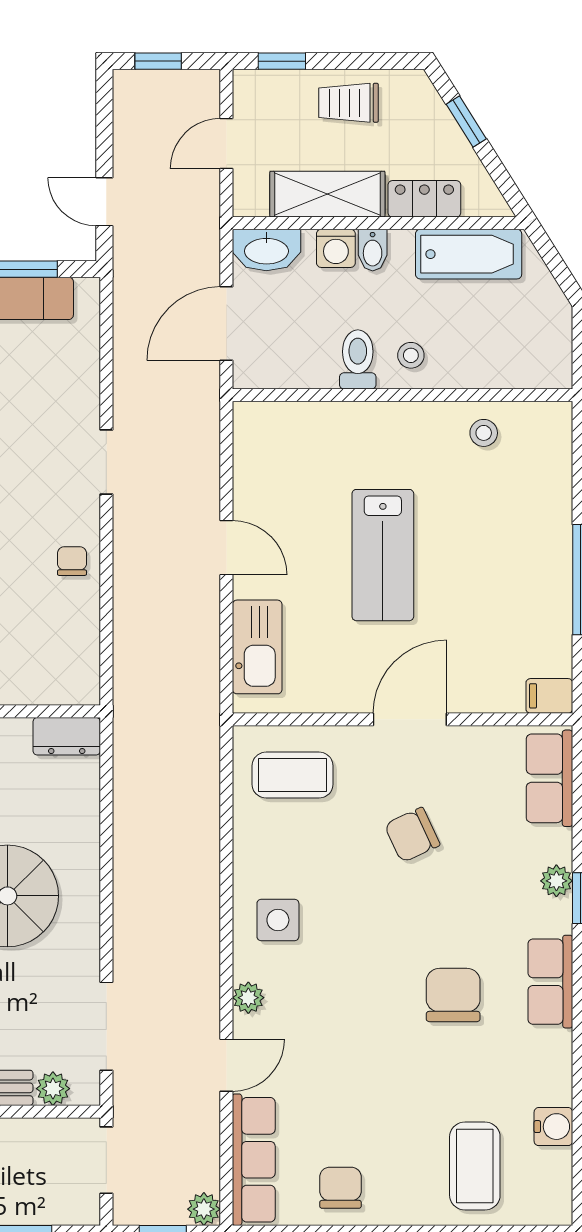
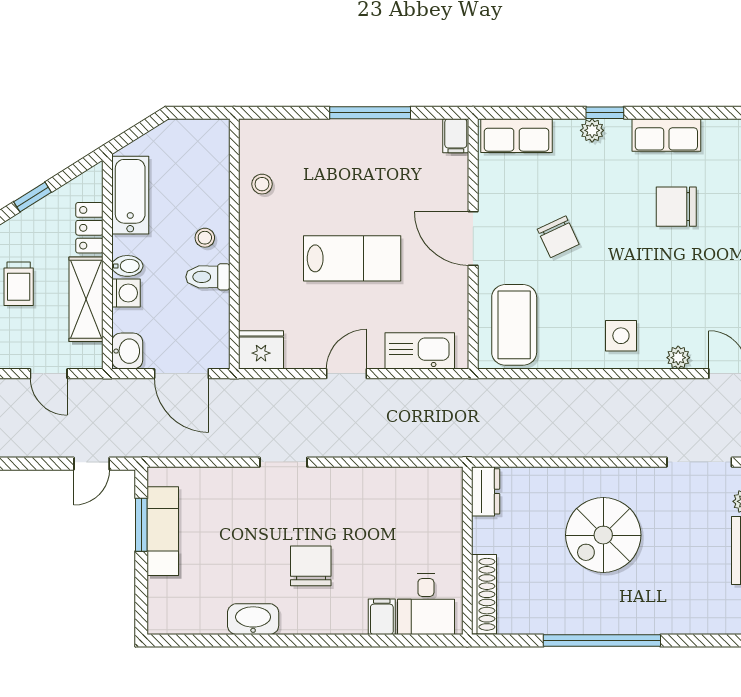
washbasin: (266, 250) -> (127, 351), width x0.72
fridge: (259, 432) -> (261, 350), added
chair: (72, 561) -> (356, 487), removed
coffee table: (293, 775) -> (514, 325), width x1.36, depth x1.32

